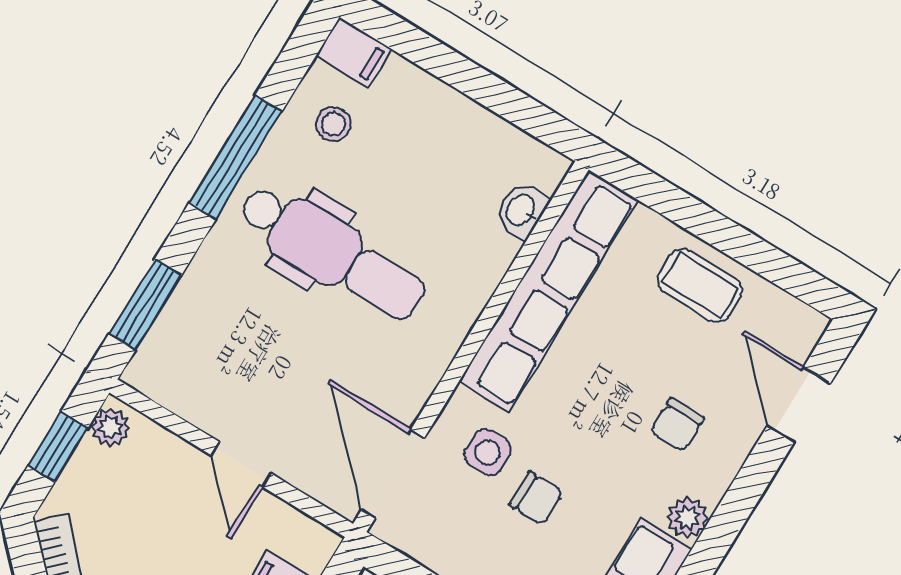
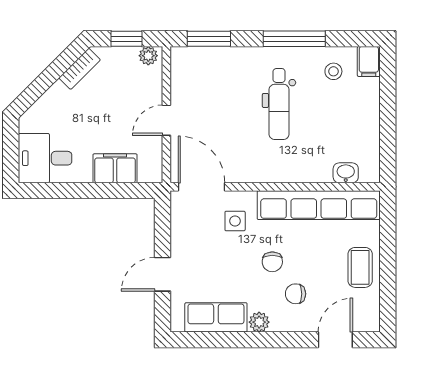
dental chair: (332, 253) -> (279, 104), width x0.73, depth x0.72
door: (393, 474) -> (201, 187), hinge flipped
chair: (536, 498) -> (272, 262), moved

